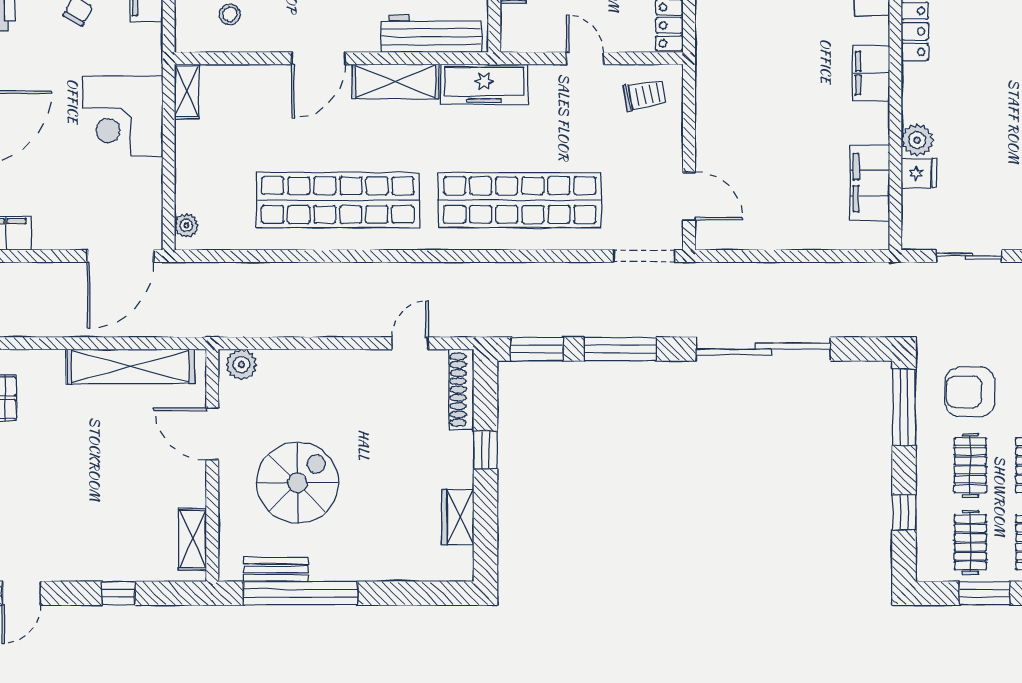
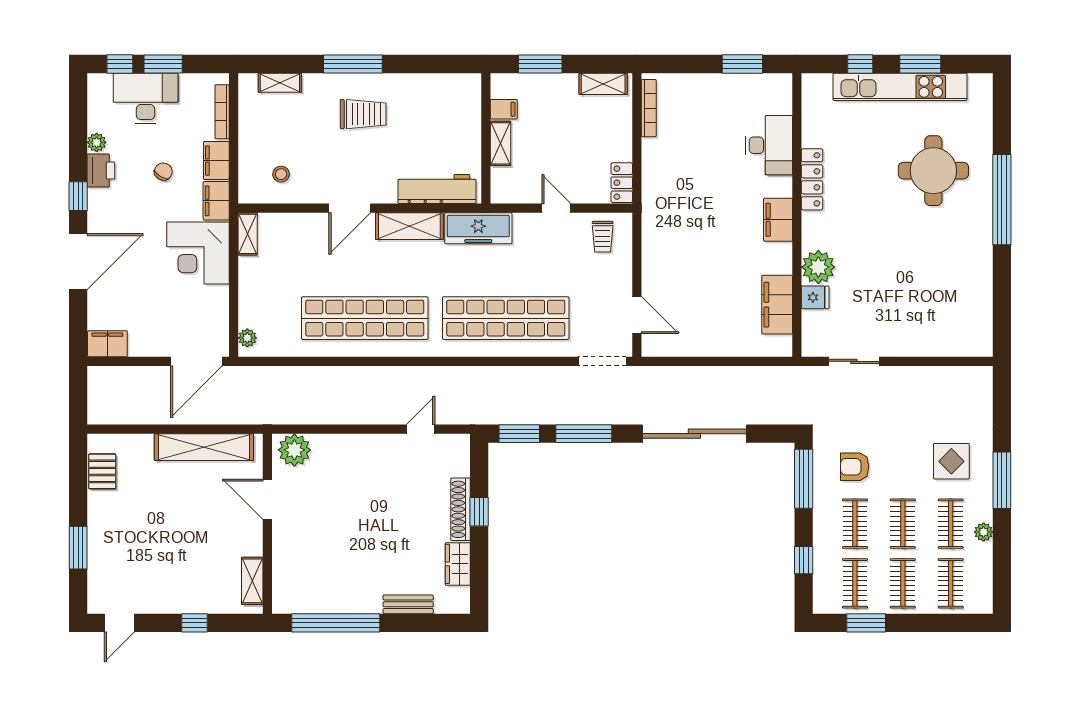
filing cabinet: (146, 49) -> (216, 201), added
trolley: (645, 95) -> (603, 237), turned 101
plant: (917, 140) -> (818, 267), width x1.36, depth x1.36
plant: (241, 365) -> (294, 450), width x1.36, depth x1.36
shoe rack: (461, 390) -> (460, 509), moved
armchair: (970, 392) -> (855, 467), width x0.72, depth x0.72
spiral stairs: (297, 483) -> (333, 537), removed
bench: (276, 569) -> (408, 604), moved

